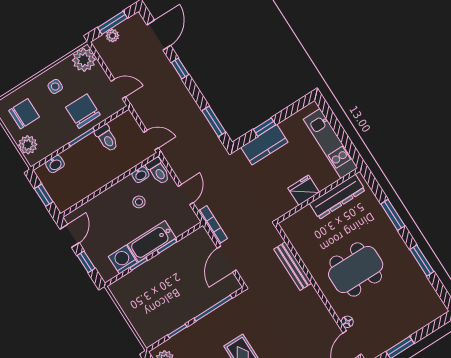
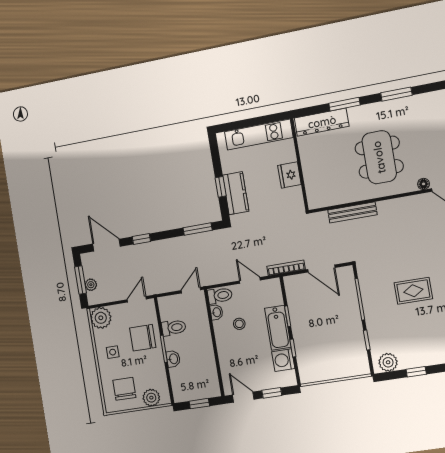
washbasin: (55, 164) -> (173, 359), moved
dresser: (337, 197) -> (322, 122), moved, turned 90

